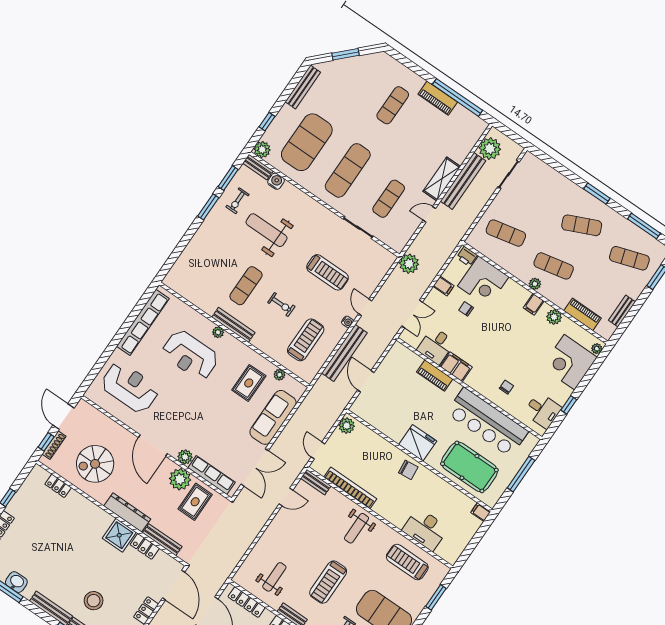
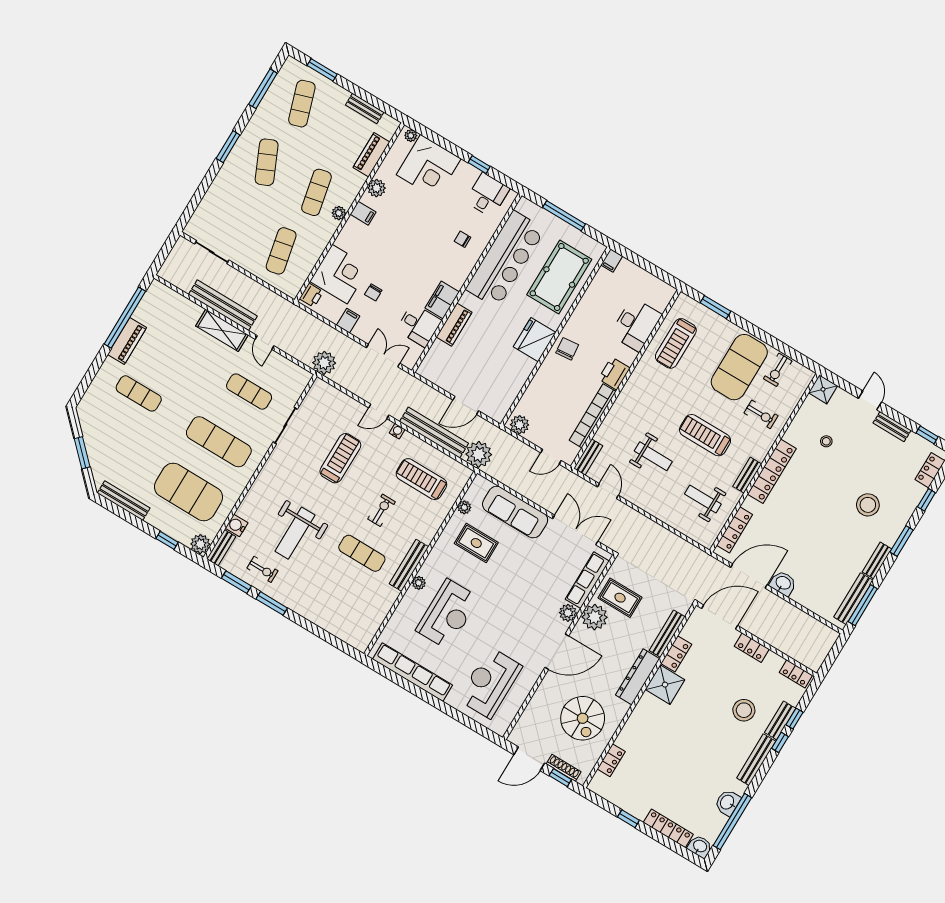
plant: (490, 149) -> (479, 454), moved
printer: (385, 508) -> (614, 373), added
weight bench: (356, 528) -> (653, 456), moved
treadmill: (328, 582) -> (705, 435), turned 180

